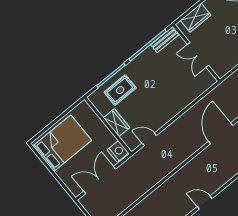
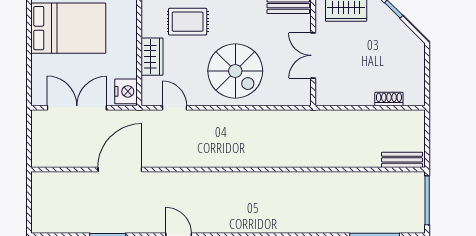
spiral stairs: (165, 95) -> (235, 71), added
door: (221, 133) -> (120, 170), moved

